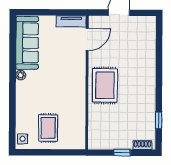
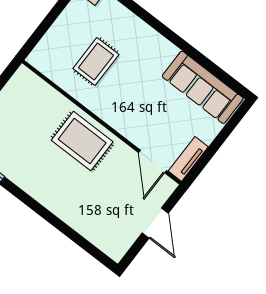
plant: (21, 75) -> (170, 51), removed
rug: (48, 128) -> (96, 61), moved, turned 90

